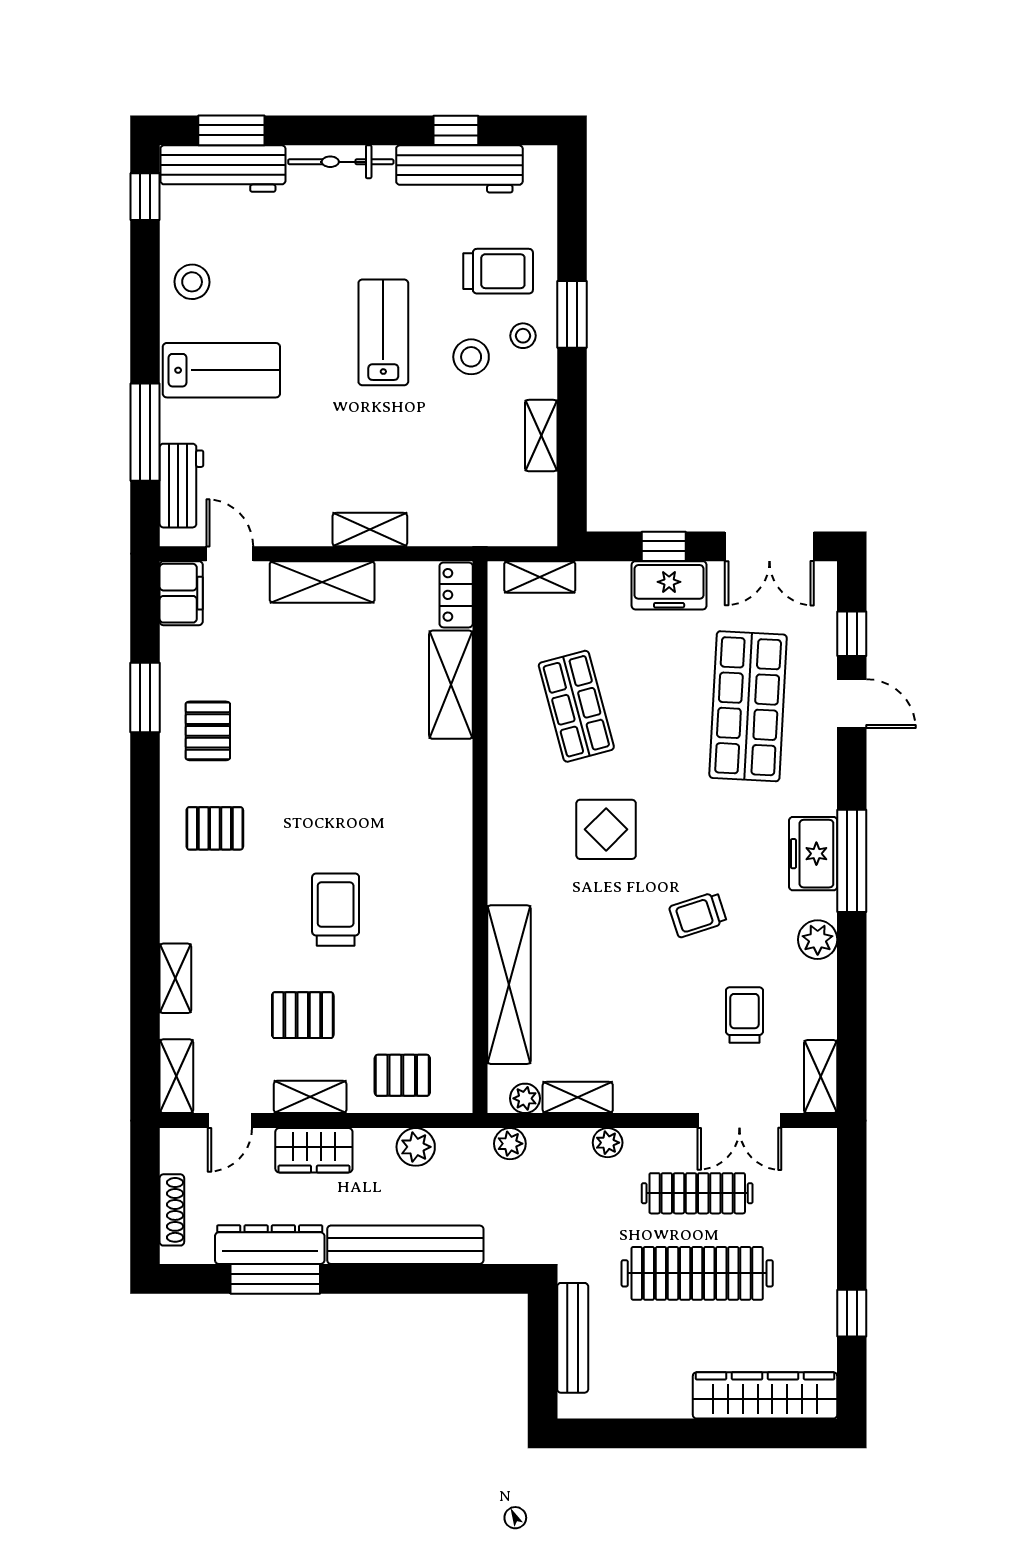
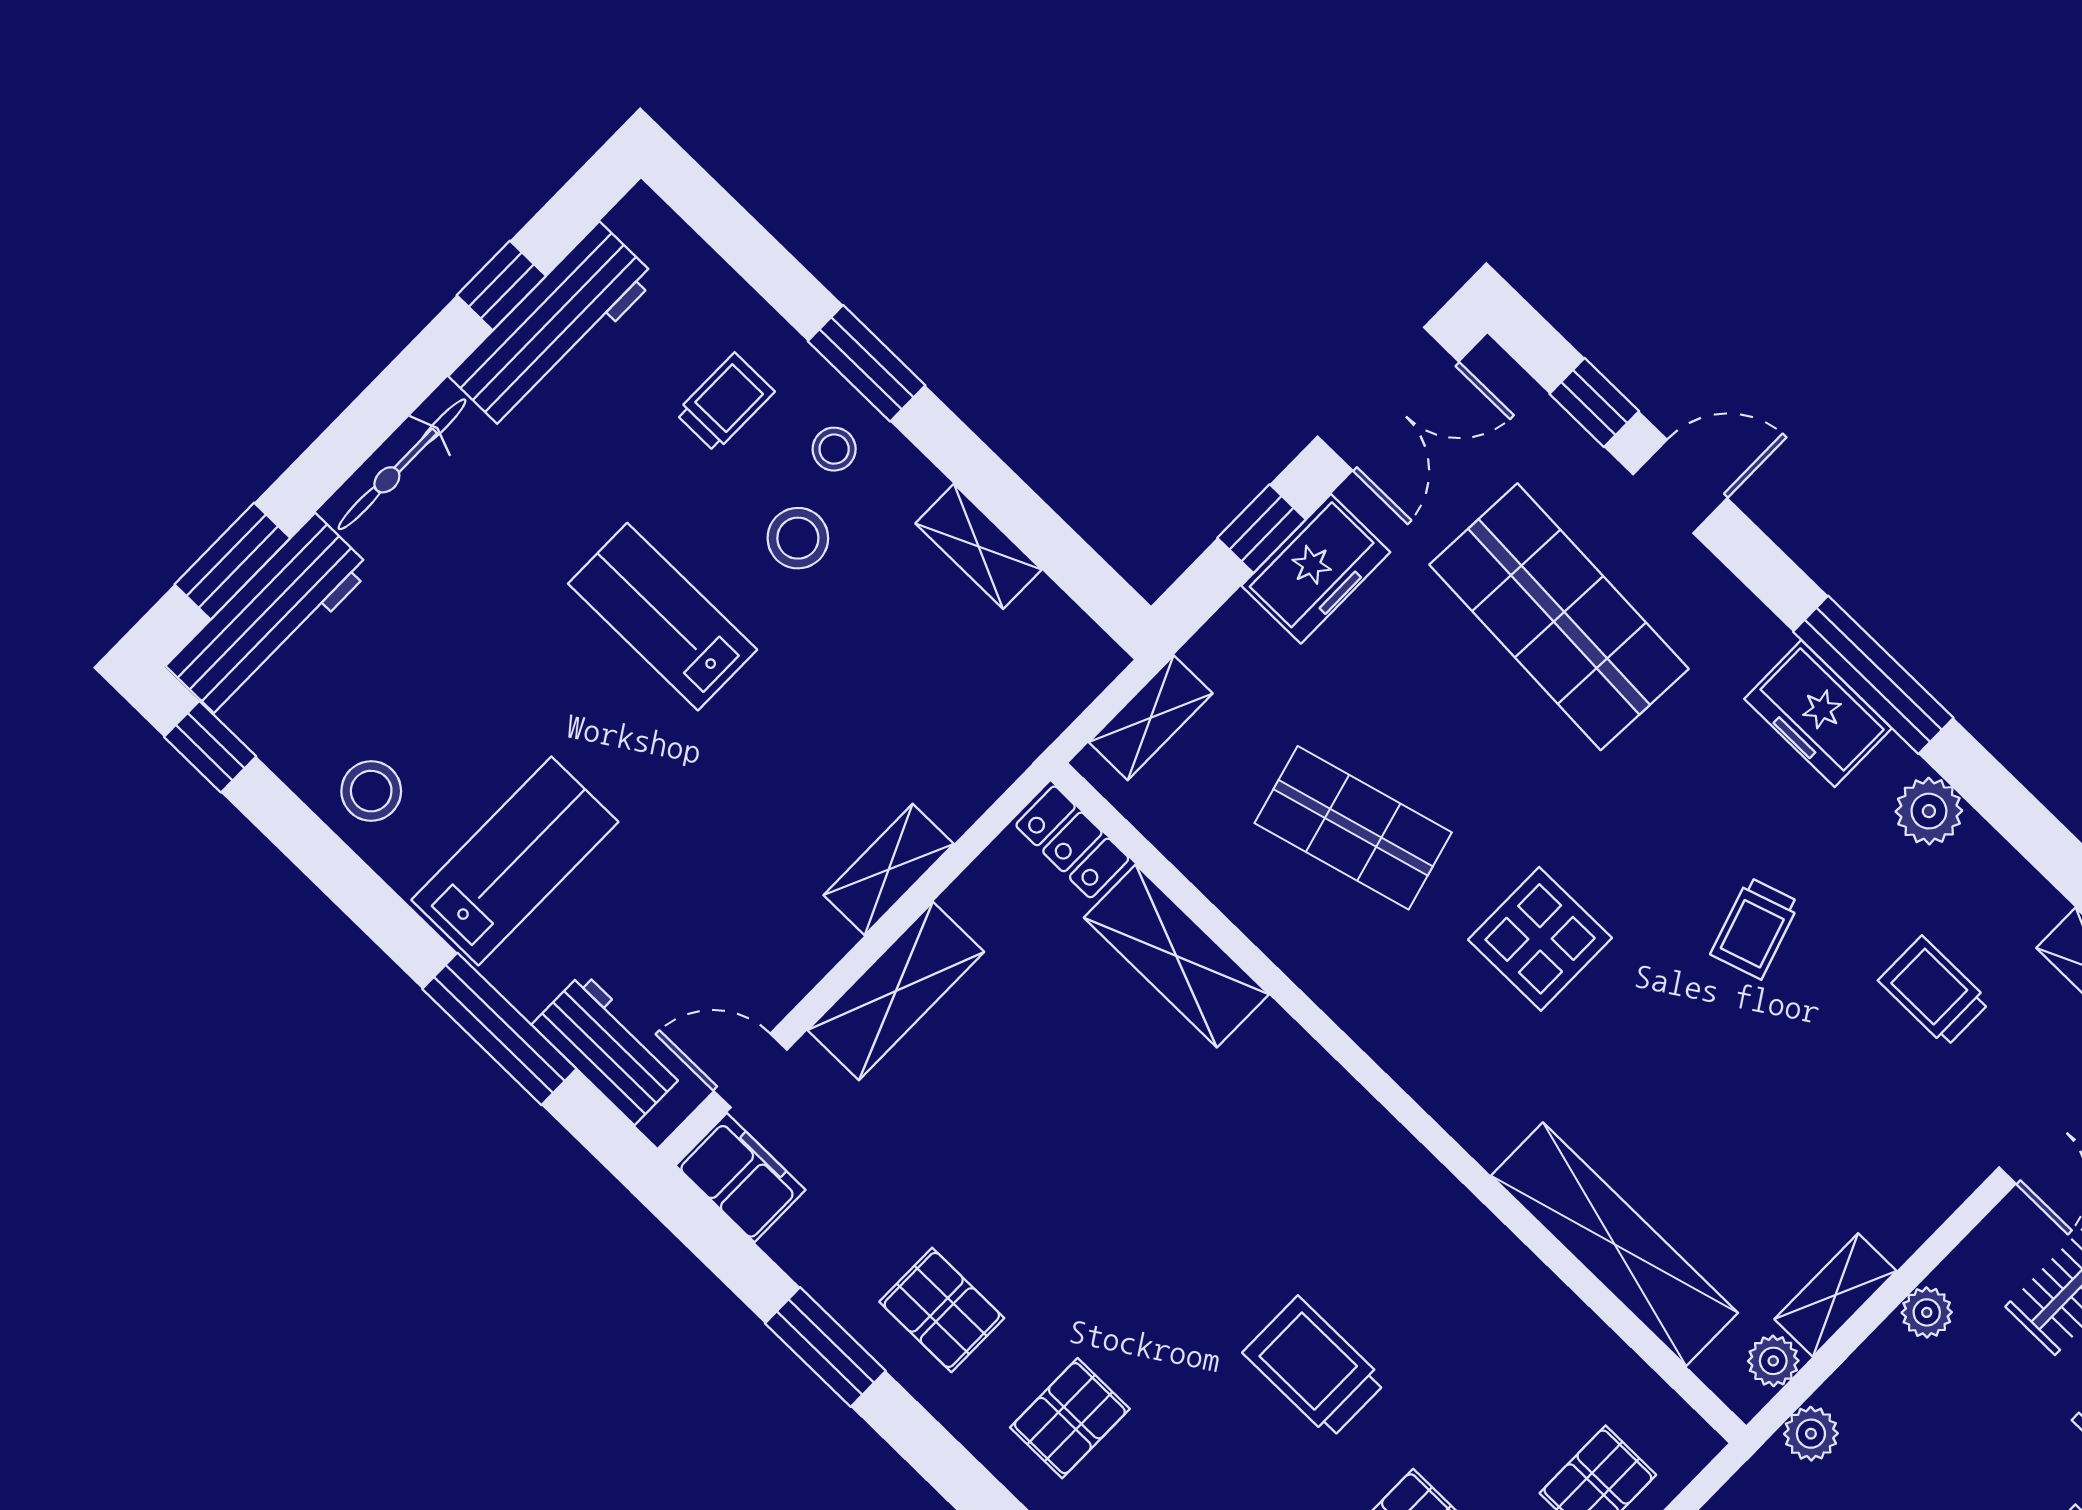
trolley: (498, 271) -> (725, 402), width x0.73, depth x0.72

